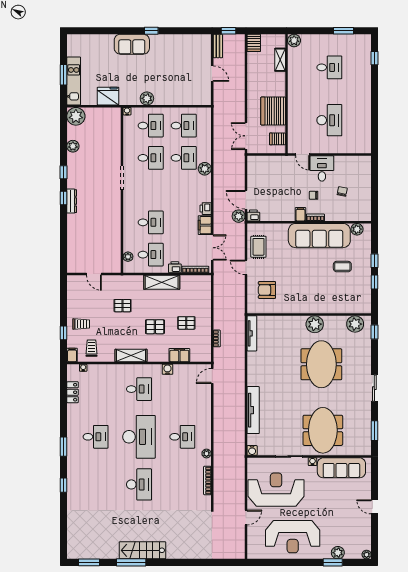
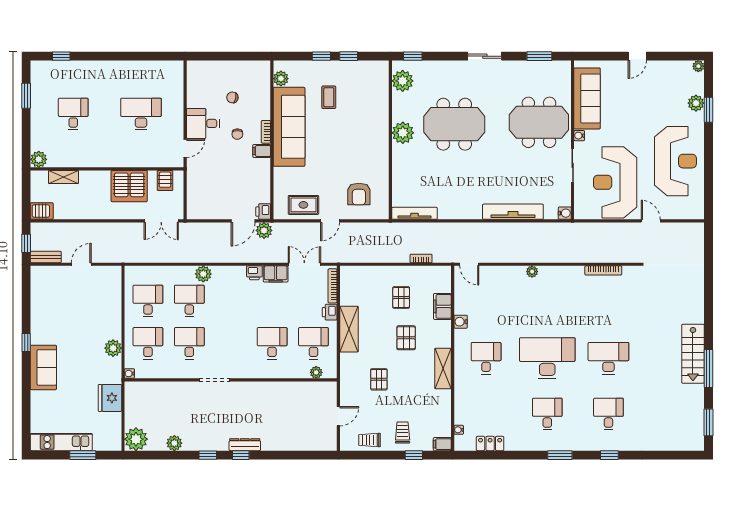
kitchen unit: (74, 81) -> (61, 442), moved
trolley: (92, 348) -> (369, 440), moved
desk: (182, 437) -> (608, 414), moved
plant: (207, 454) -> (532, 272), moved

